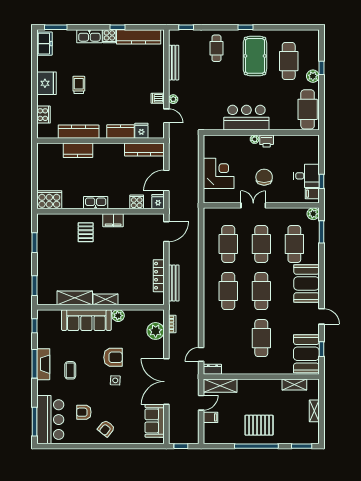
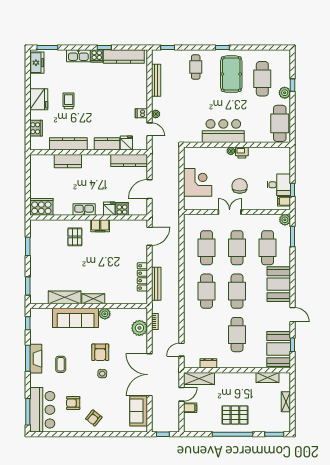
fridge: (158, 202) -> (109, 209), moved
armchair: (113, 357) -> (100, 352), turned 90
dresser: (212, 369) -> (208, 363), moved

